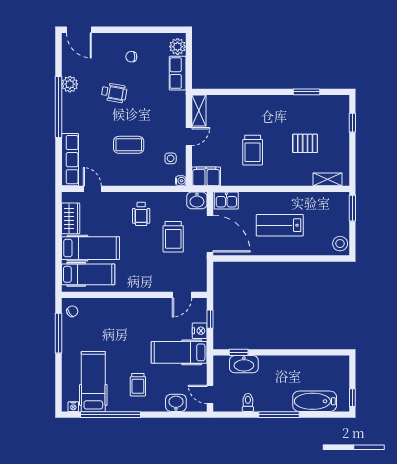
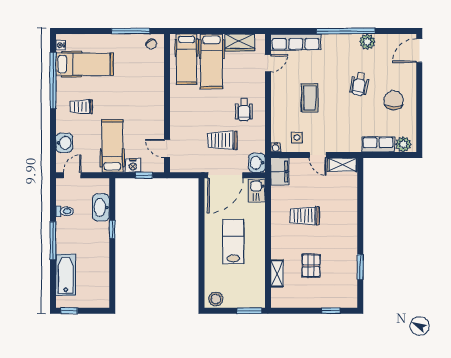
chair: (131, 57) -> (394, 100), width x1.87, depth x1.87
shelving: (328, 179) -> (277, 273), moved
wheelchair: (141, 214) -> (244, 110), turned -90
window: (239, 352) -> (112, 229), moved

